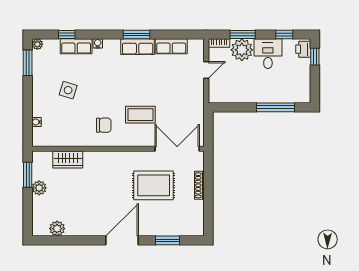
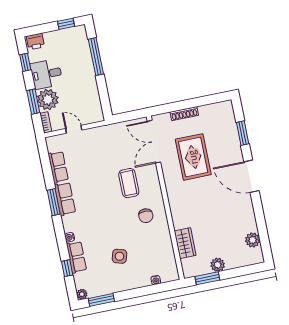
window: (315, 57) -> (66, 24), moved
chair: (104, 125) -> (146, 216), turned 180

